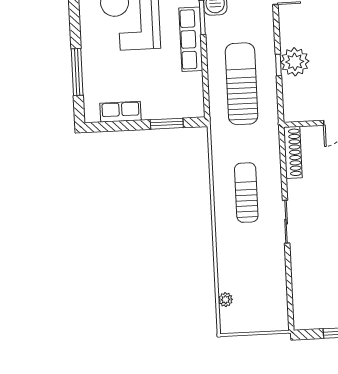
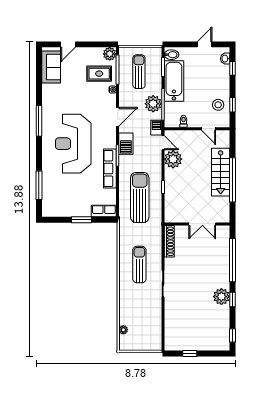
plant: (295, 62) -> (173, 159), moved
row of seats: (121, 112) -> (104, 211), moved
window: (167, 124) -> (82, 220), moved

